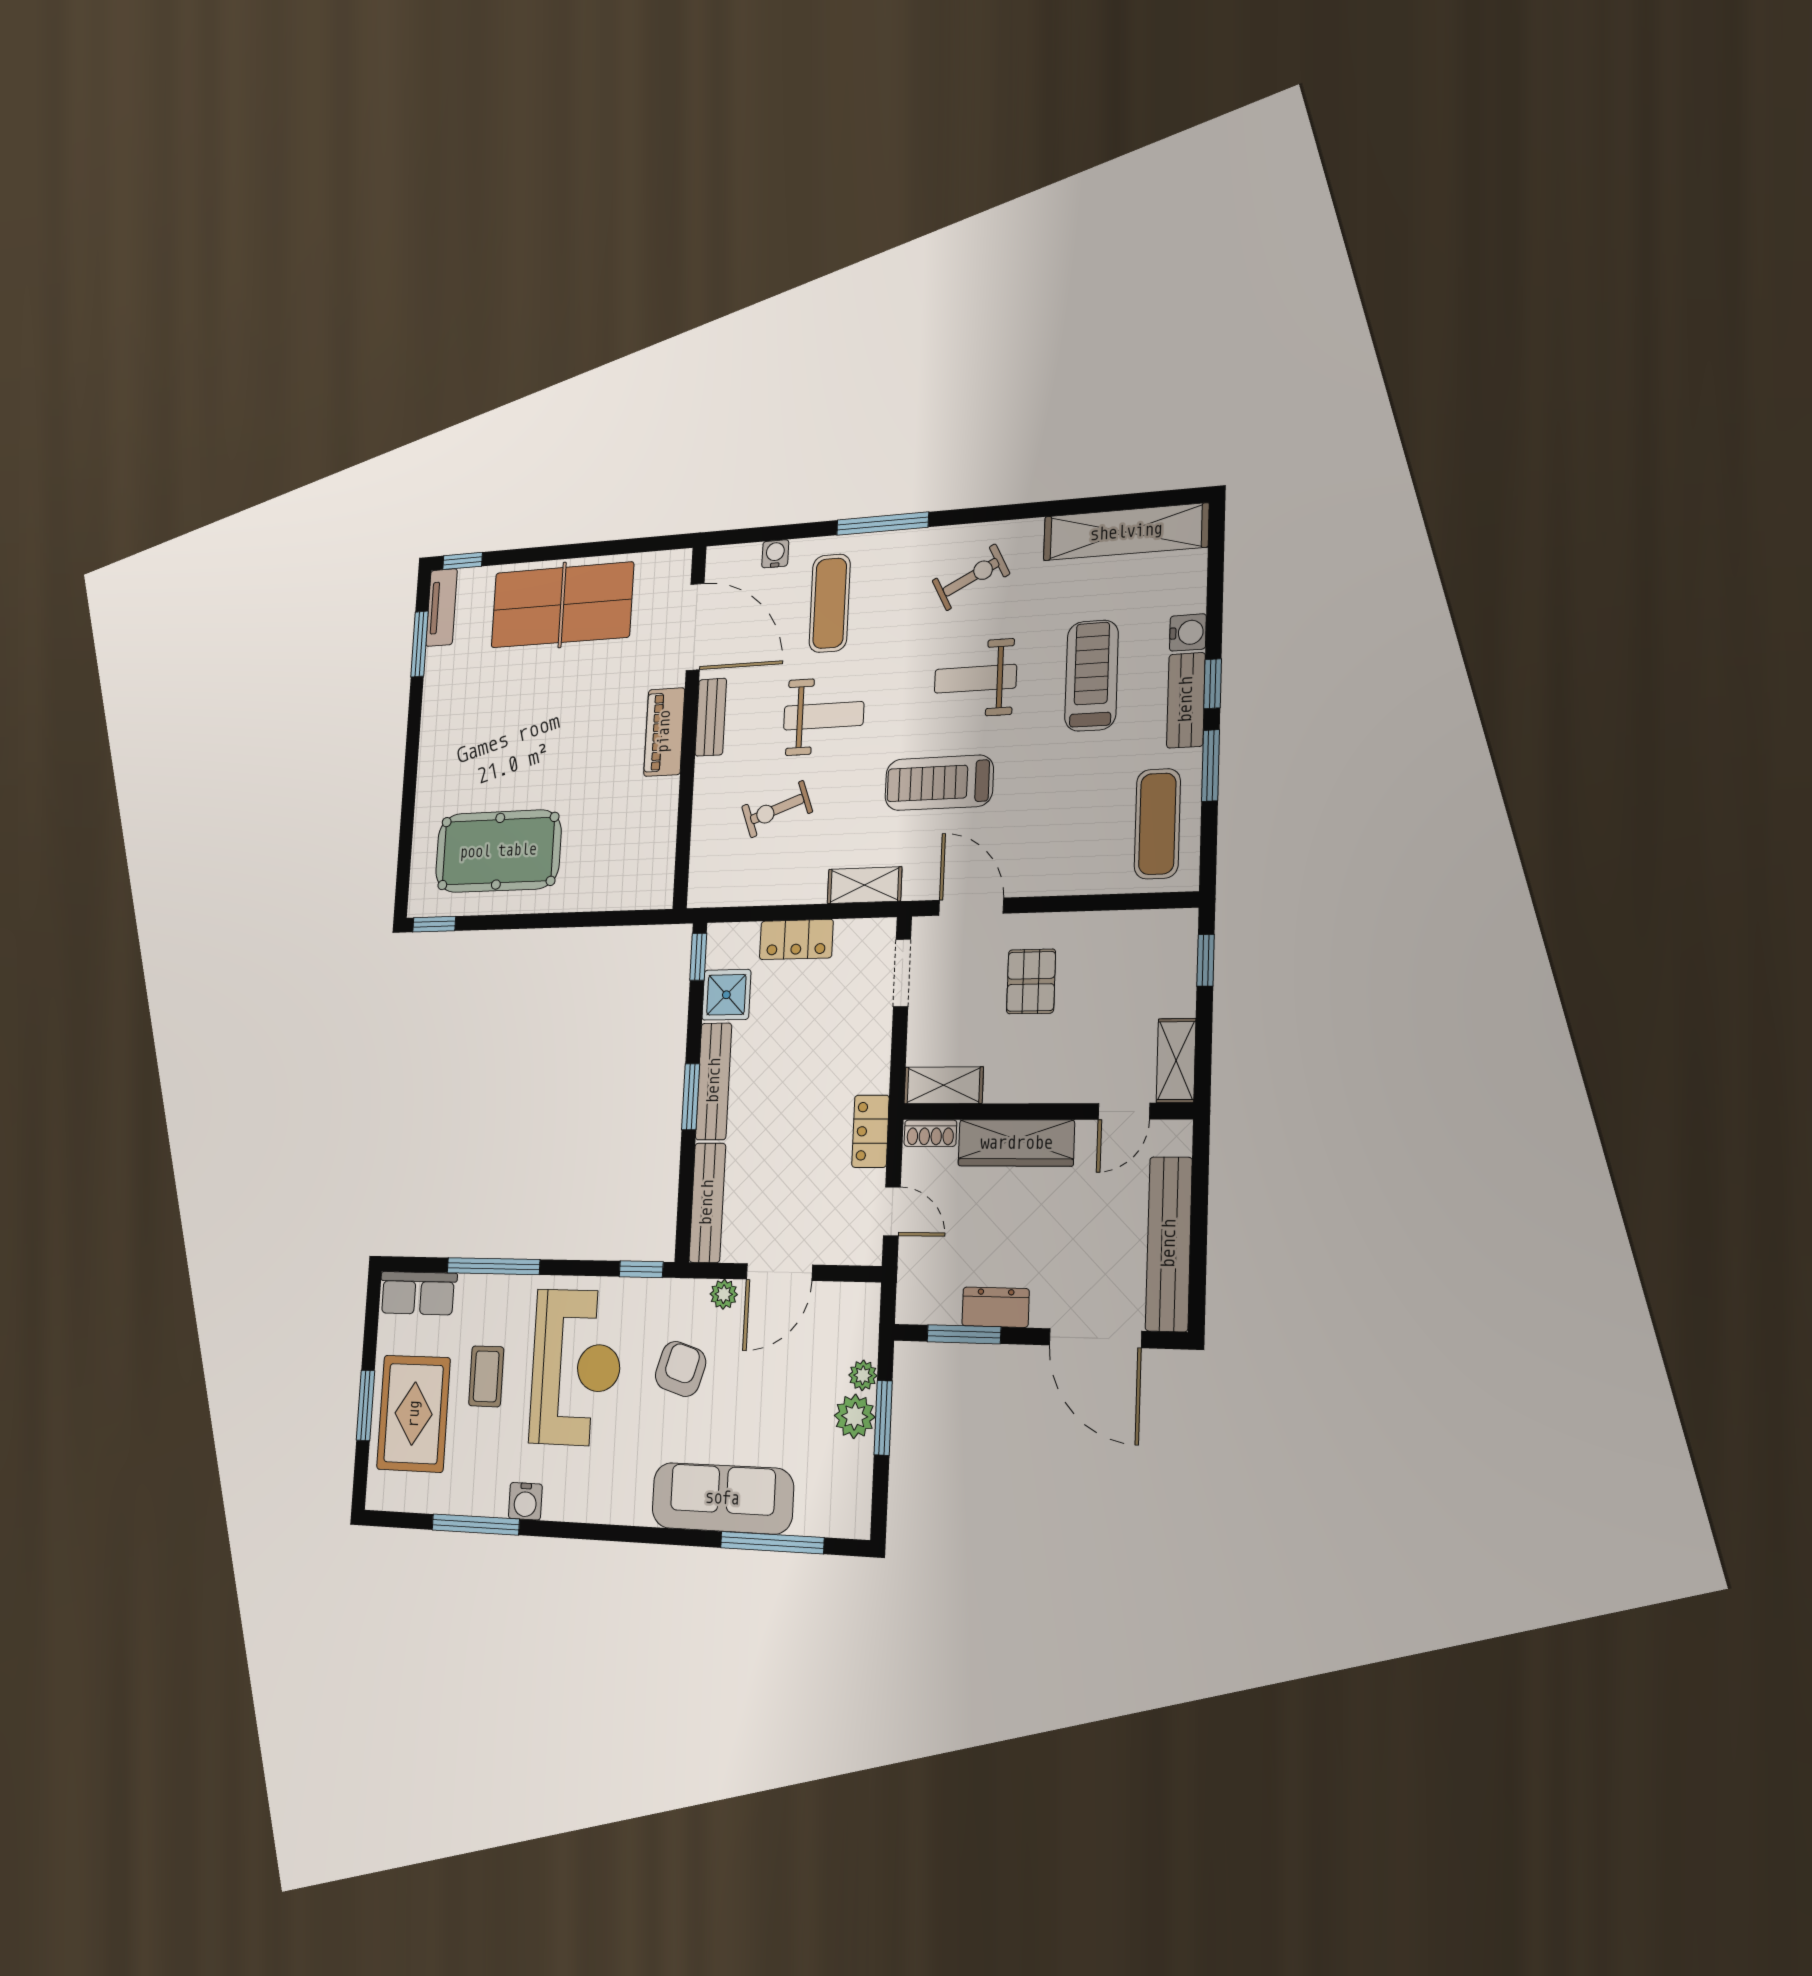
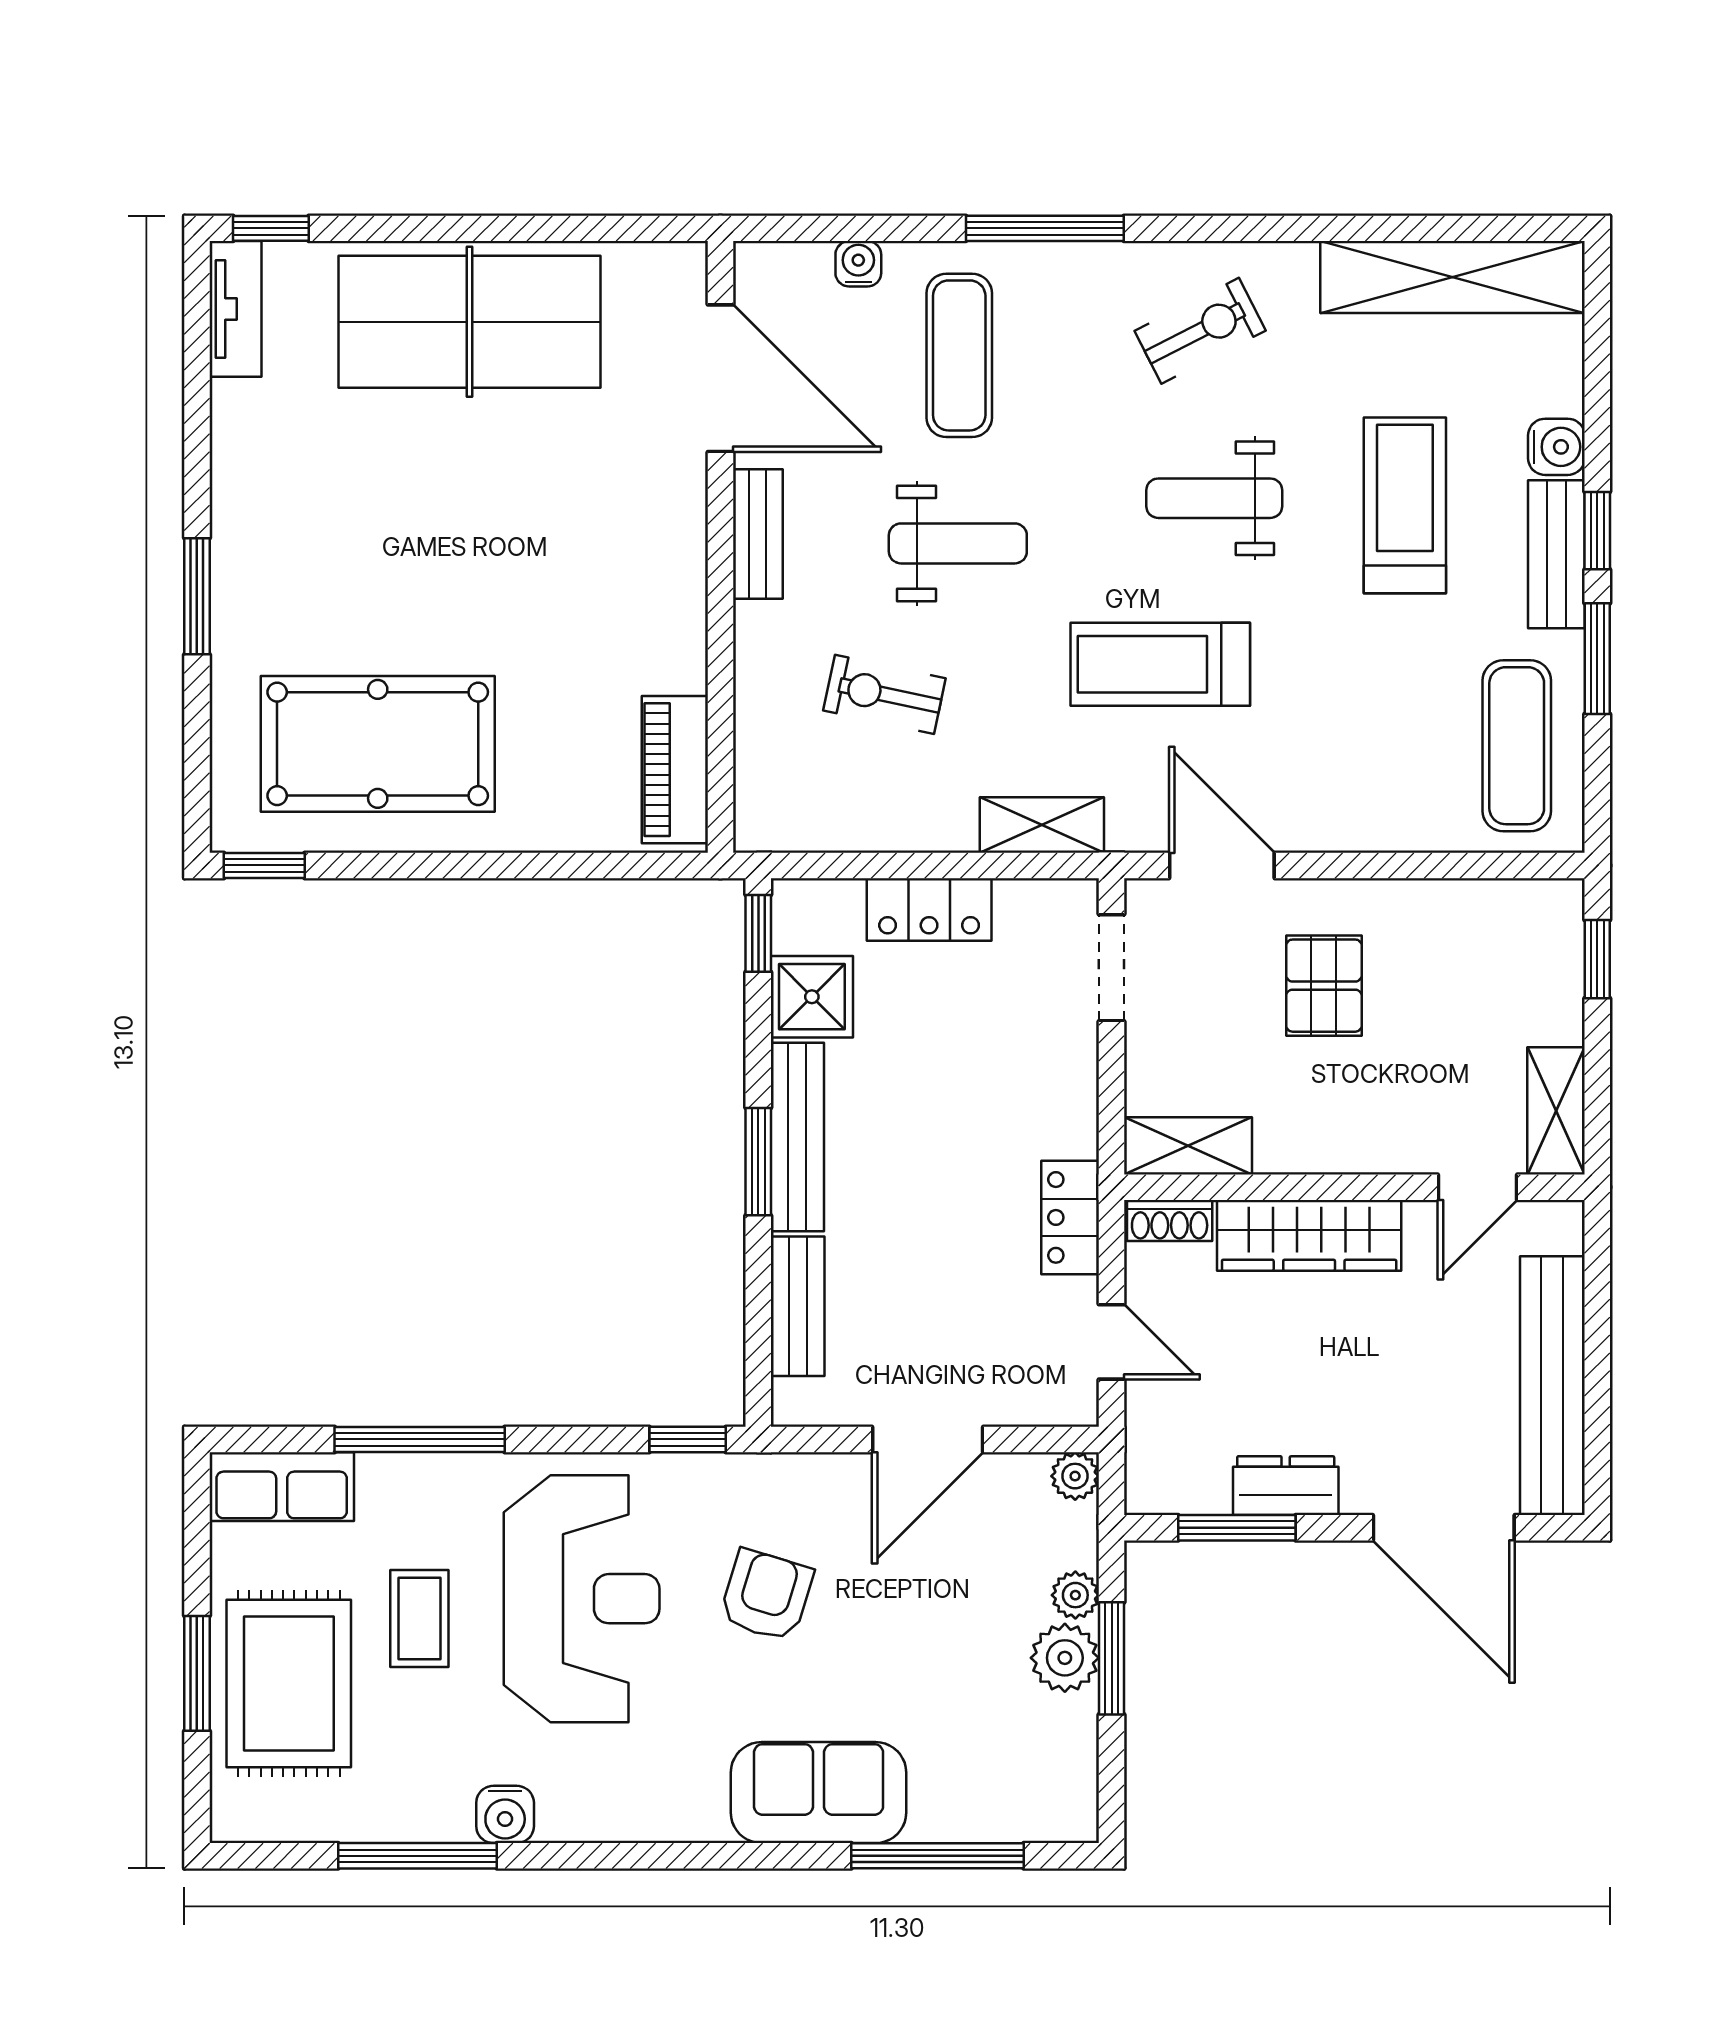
window: (420, 644) -> (197, 596), moved
piano: (664, 732) -> (675, 770), moved
exercise bike: (777, 809) -> (884, 694), turned 32
bench: (707, 1203) -> (798, 1306), width x0.73
plant: (724, 1294) -> (1075, 1476), moved
sofa: (722, 1498) -> (819, 1793), width x0.73

